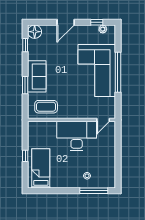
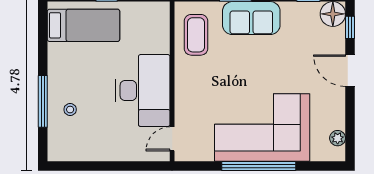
window: (97, 22) -> (350, 27), moved
door: (103, 120) -> (172, 139), hinge flipped
window: (94, 191) -> (43, 101), moved

